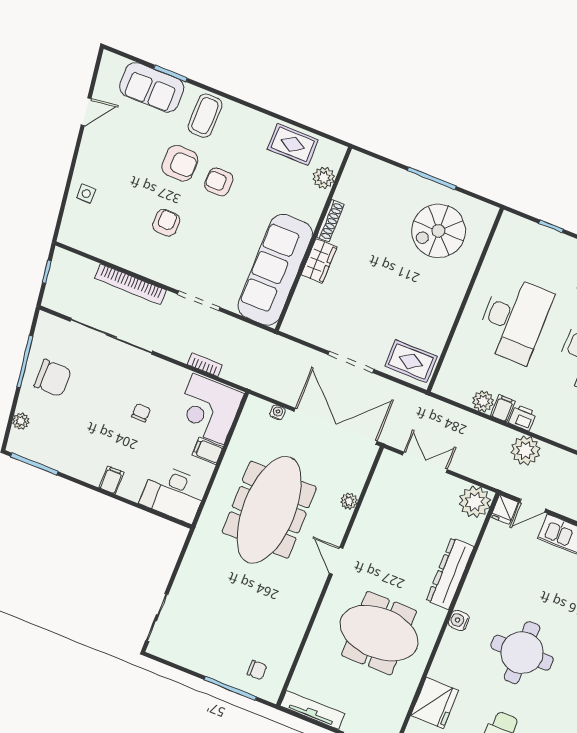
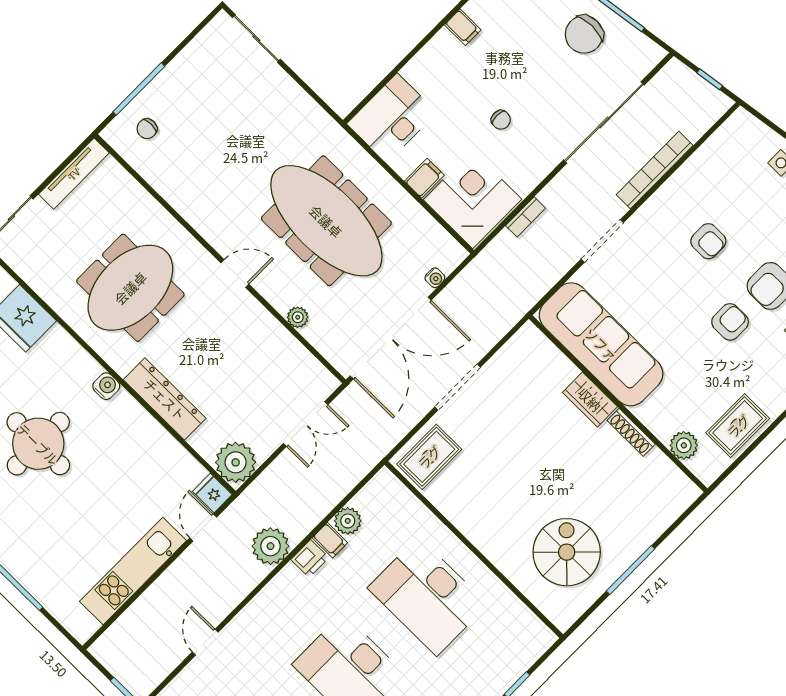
filing cabinet: (111, 480) -> (463, 27), moved

